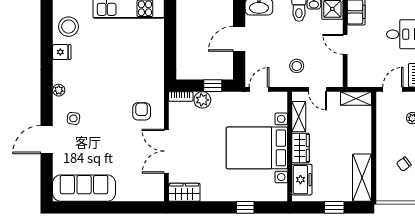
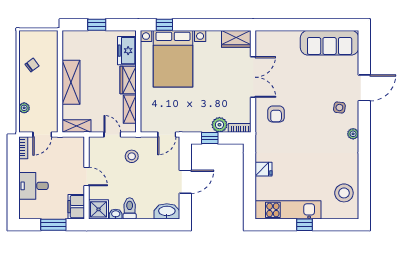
fridge: (62, 52) -> (264, 169), moved, turned 180
bed with nightstands: (257, 148) -> (173, 59), moved, turned 90
shelving: (362, 178) -> (71, 82), moved
window: (245, 207) -> (164, 25), moved

